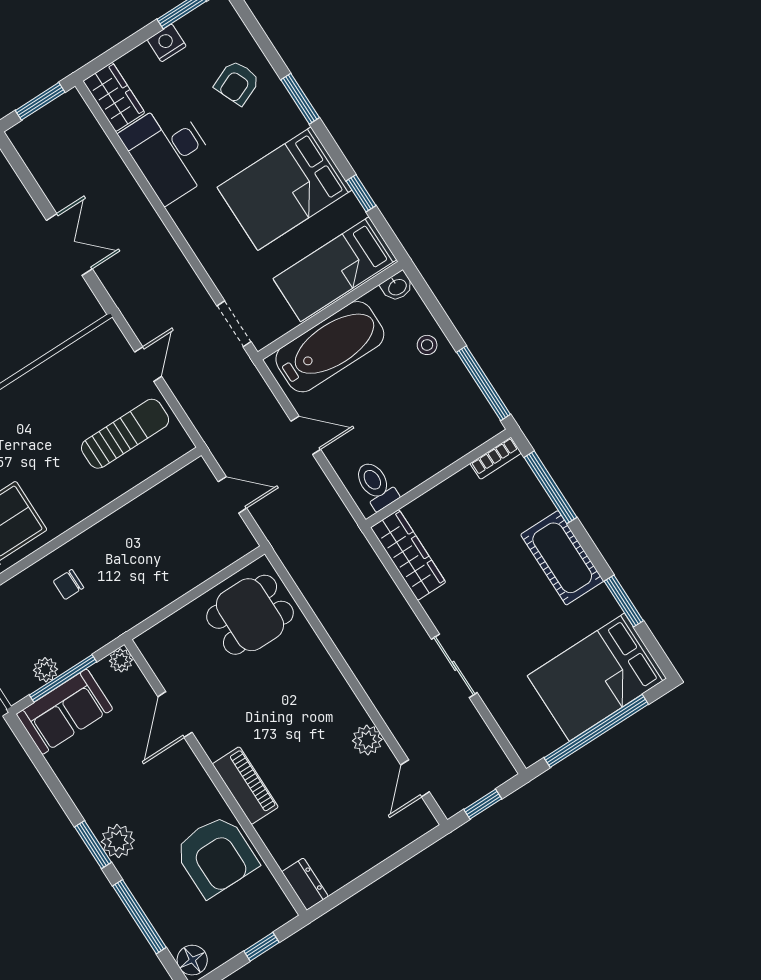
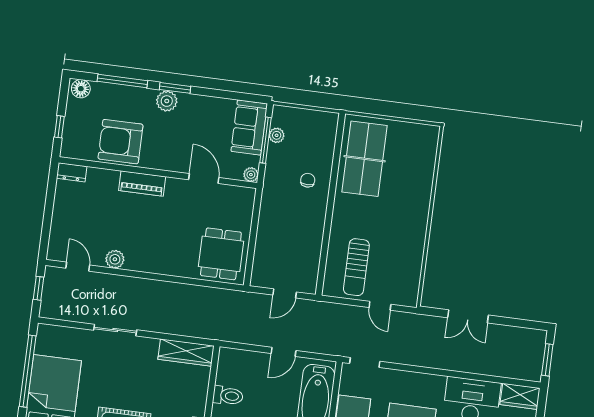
toilet: (376, 485) -> (228, 396), moved

